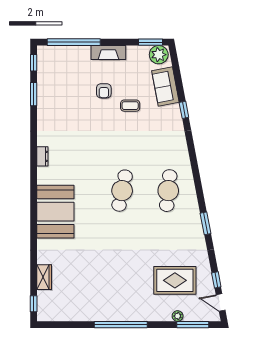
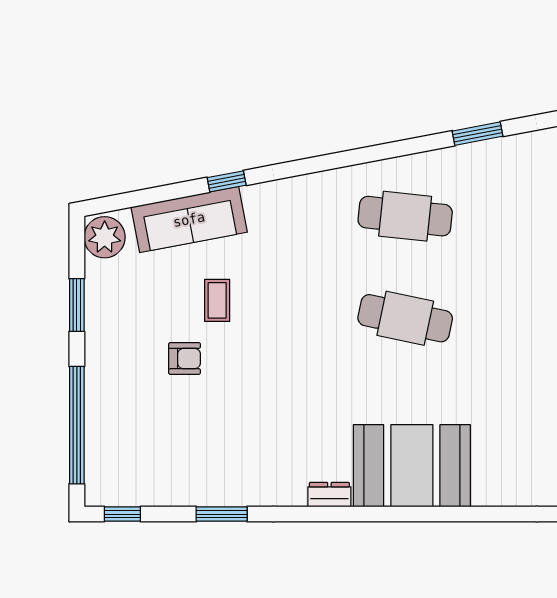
window: (151, 42) -> (77, 305), moved
fireplace: (108, 53) -> (100, 348), removed
sofa: (165, 86) -> (189, 220), width x1.36
window: (34, 94) -> (222, 514), moved
booth: (55, 212) -> (412, 466), moved

